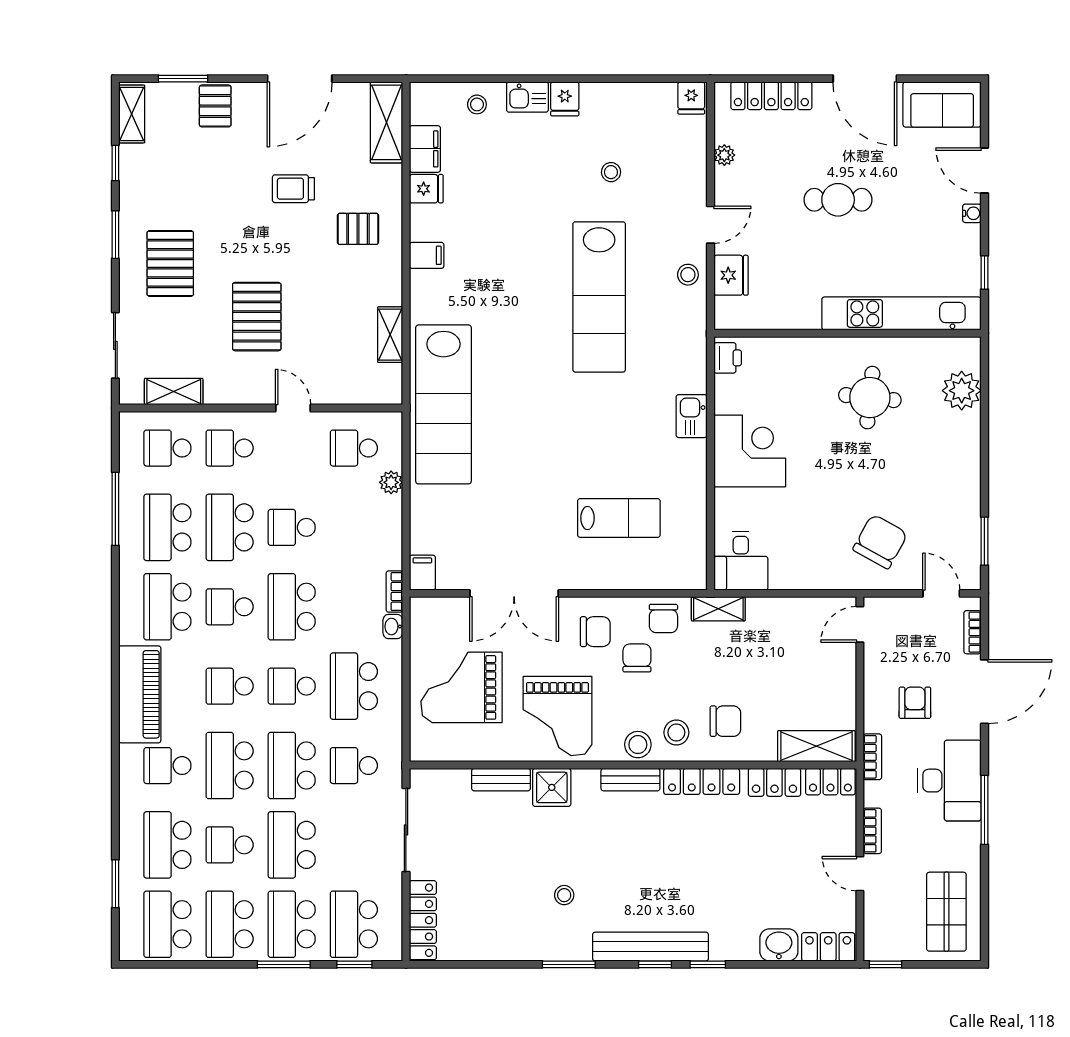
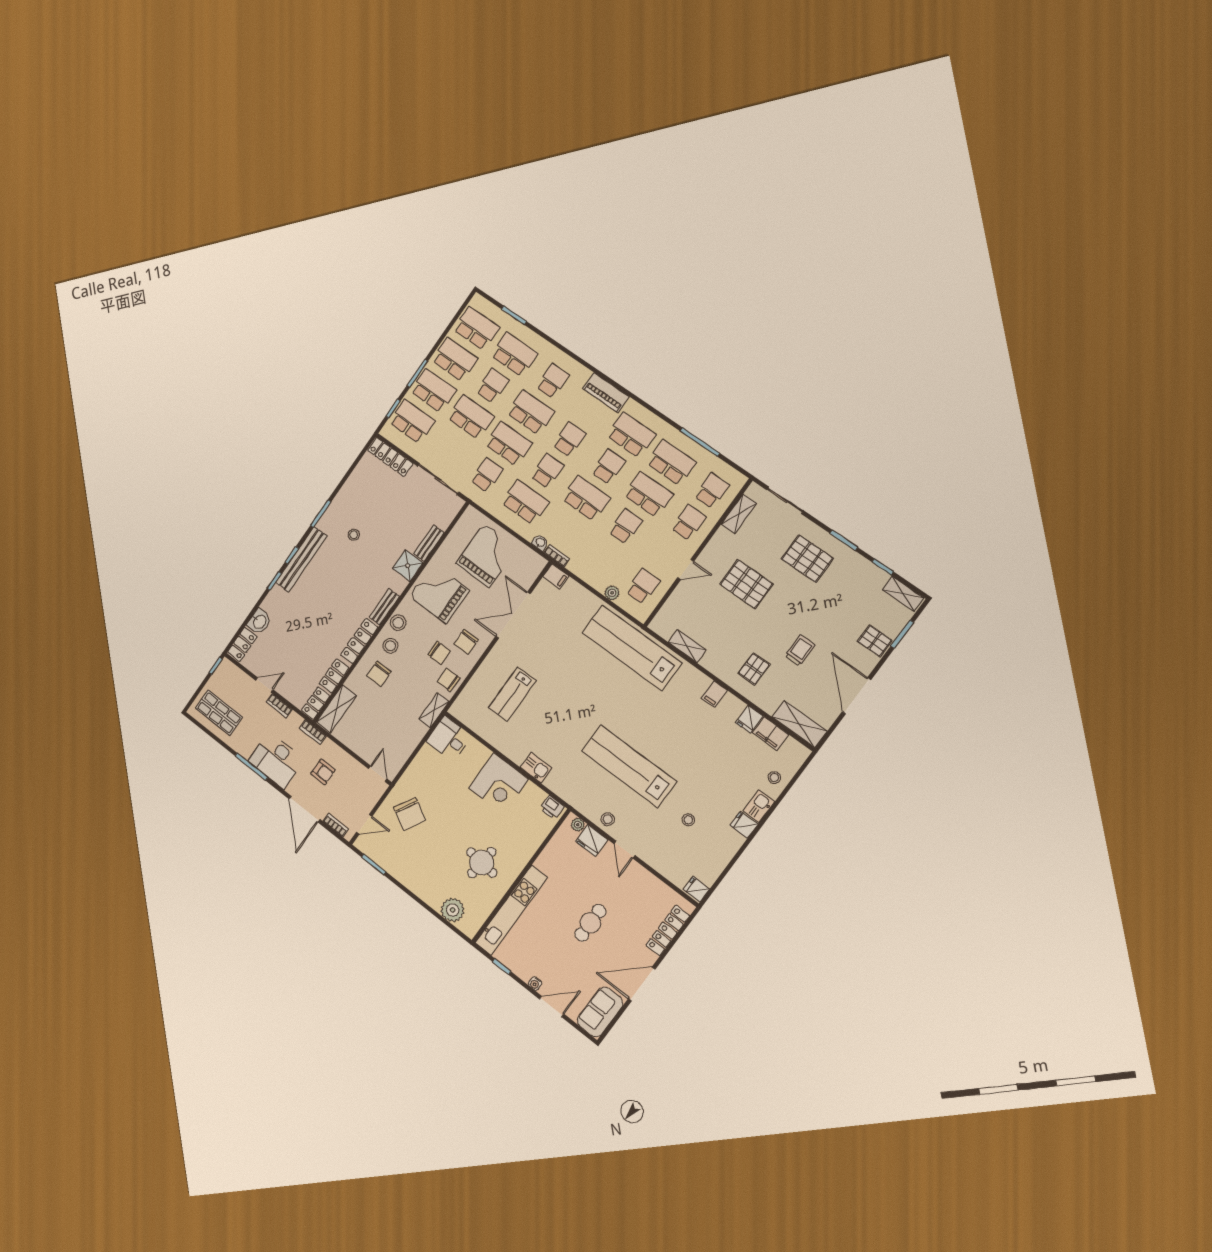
plant: (724, 155) -> (578, 825), moved
piano: (140, 694) -> (606, 393), width x0.73, depth x0.75

